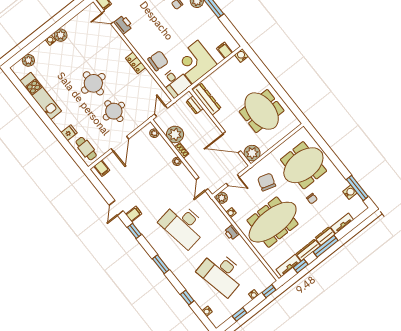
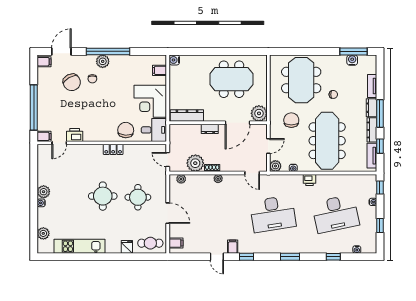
dresser: (195, 105) -> (210, 129), moved
chair: (267, 182) -> (291, 120), turned 73

